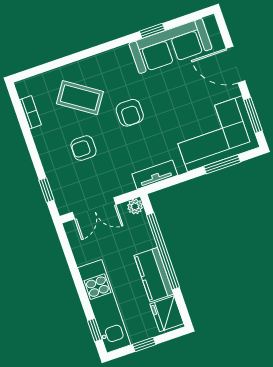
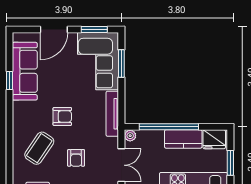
tv unit: (155, 175) -> (112, 114), width x1.41
window: (144, 344) -> (230, 163), width x1.50

